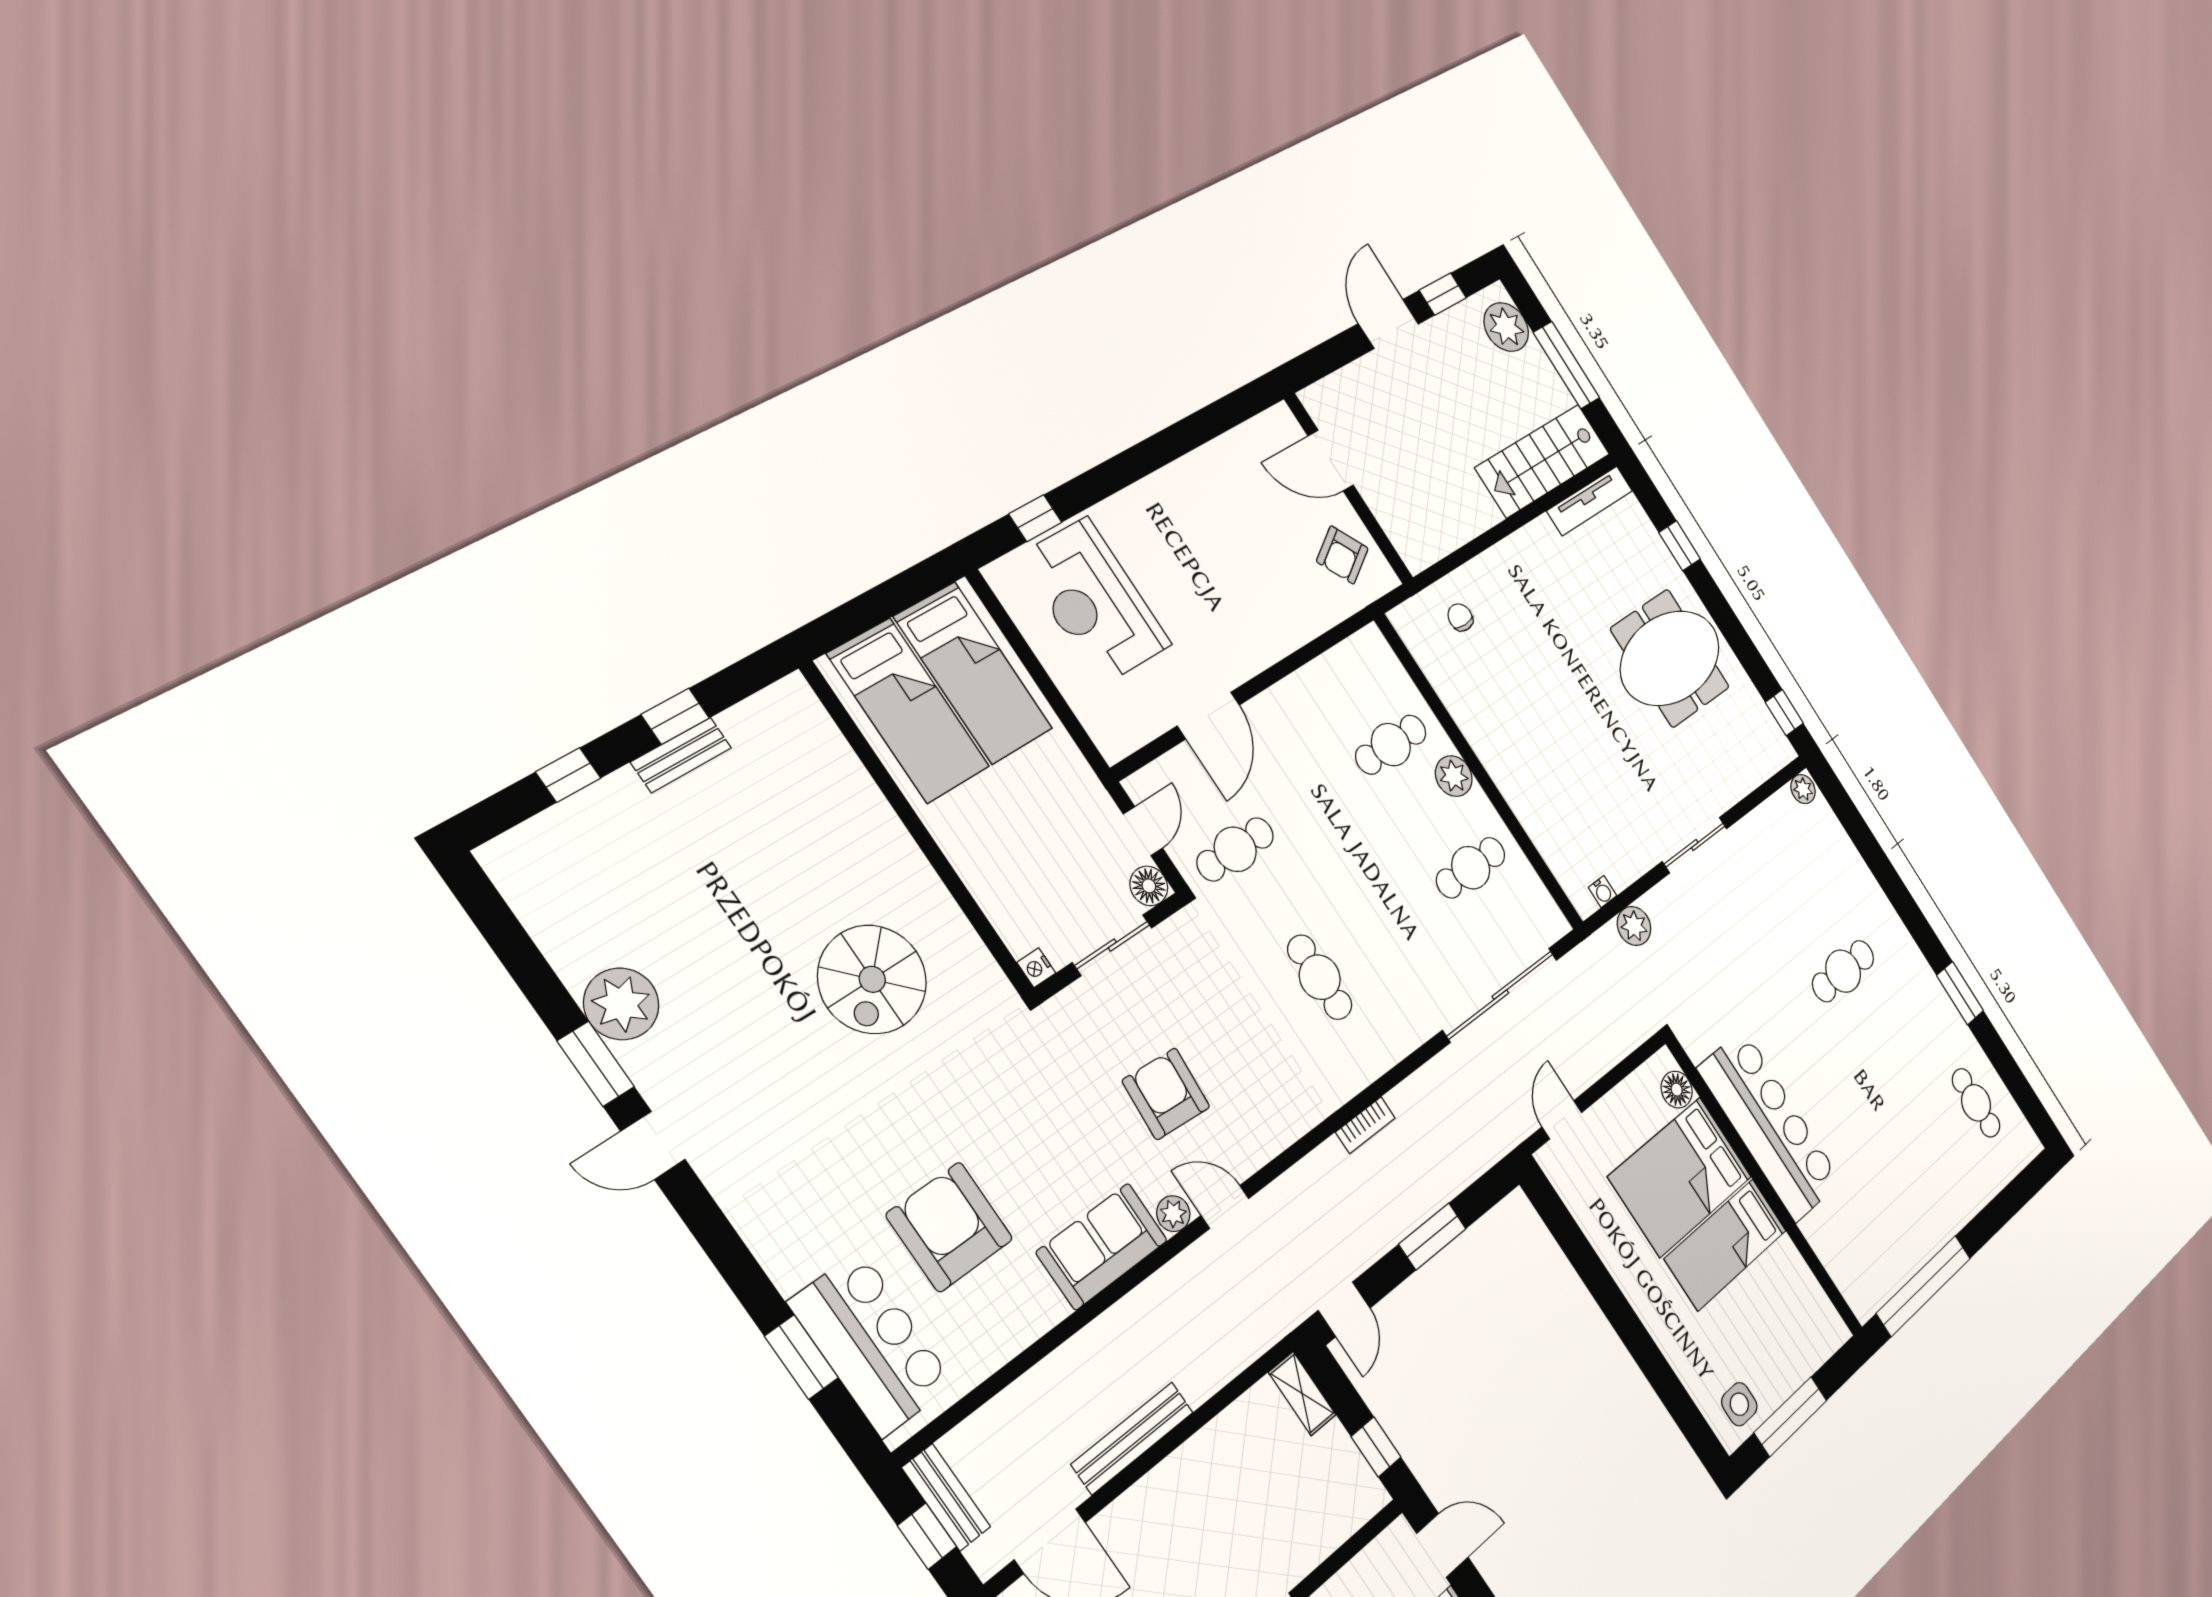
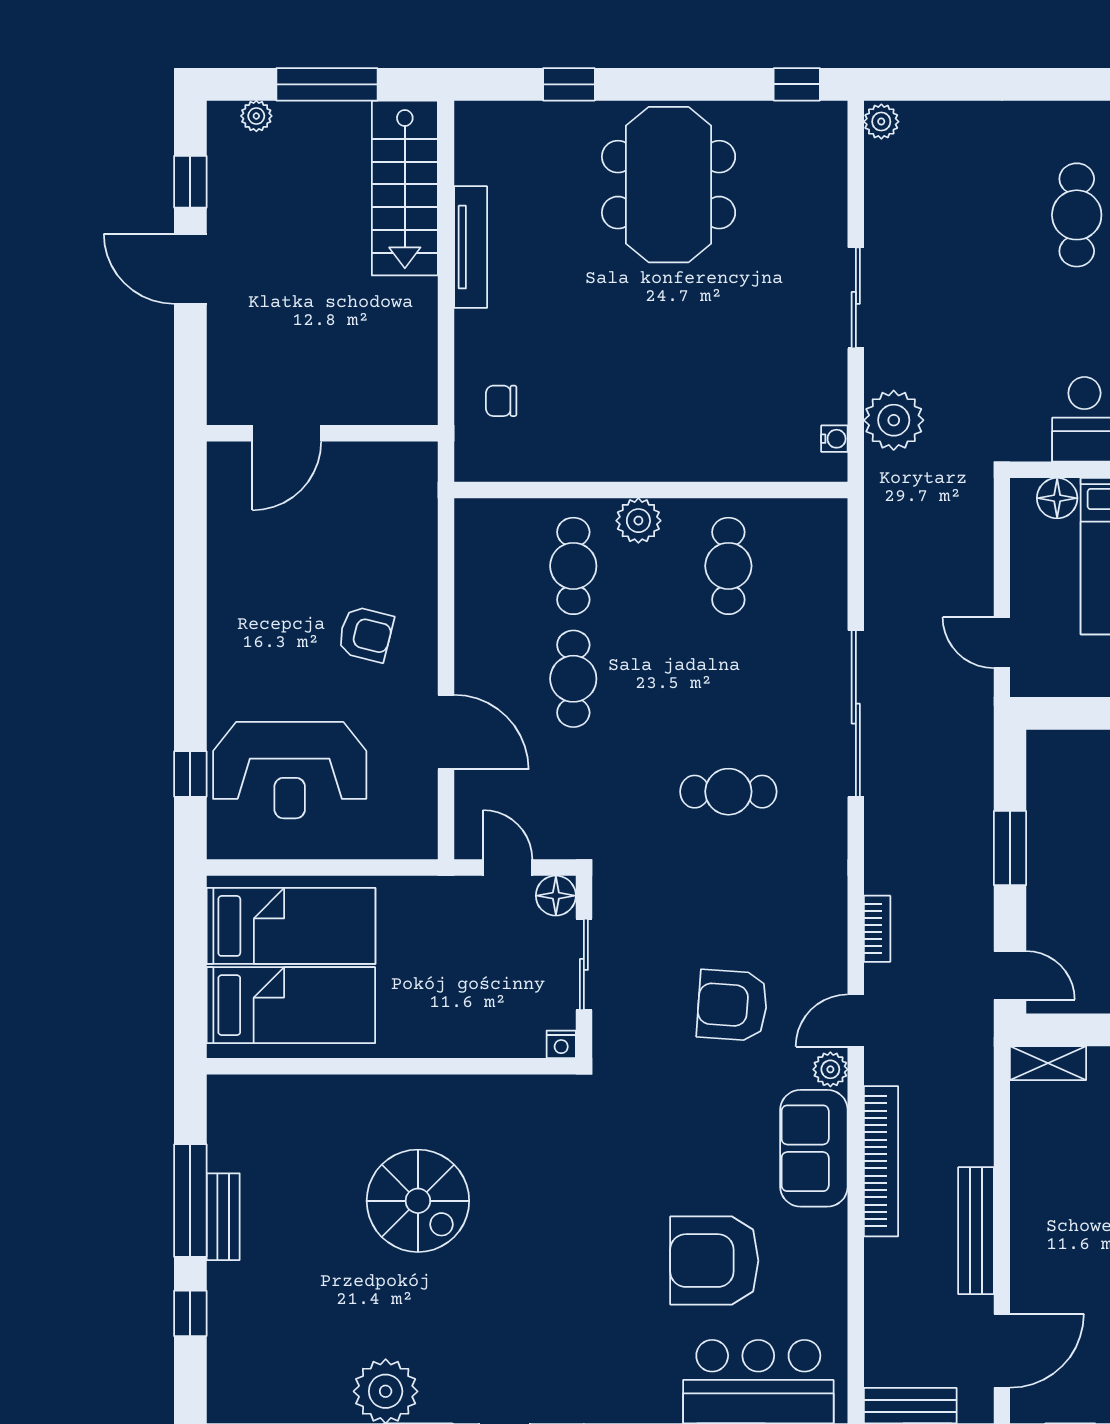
plant: (1506, 327) -> (256, 116), width x0.53, depth x0.53
tv unit: (1590, 501) -> (471, 247), moved
armchair: (1342, 555) -> (366, 634), moved, turned -45
window: (675, 716) -> (190, 1201), width x2.17
cafe table: (1235, 849) -> (573, 679), moved
plant: (1634, 926) -> (894, 420), width x1.36, depth x1.36
spiral stairs: (872, 979) -> (418, 1201), moved
sliding door: (1500, 995) -> (856, 714), moved
bookcase: (1365, 1125) -> (877, 929), moved
bookcase: (1131, 1312) -> (881, 1161), added

